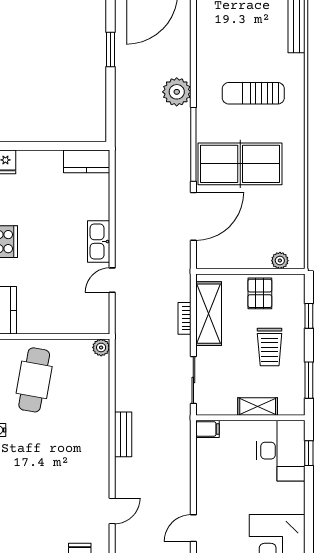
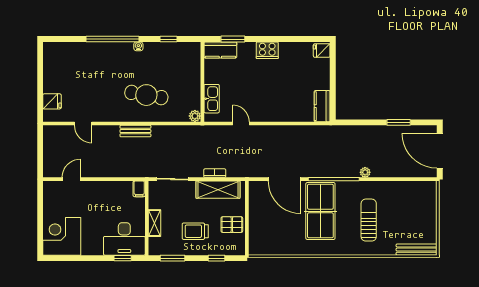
plant: (177, 92) -> (365, 172), width x0.53, depth x0.53
kitchen sink: (99, 242) -> (212, 99), moved, turned 90
plant: (280, 261) -> (254, 238), removed
cafe table: (34, 380) -> (146, 95), moved
door: (193, 528) -> (71, 179), hinge flipped

